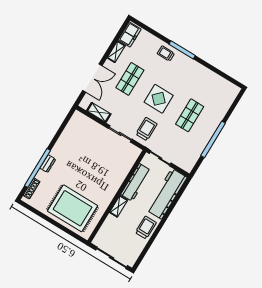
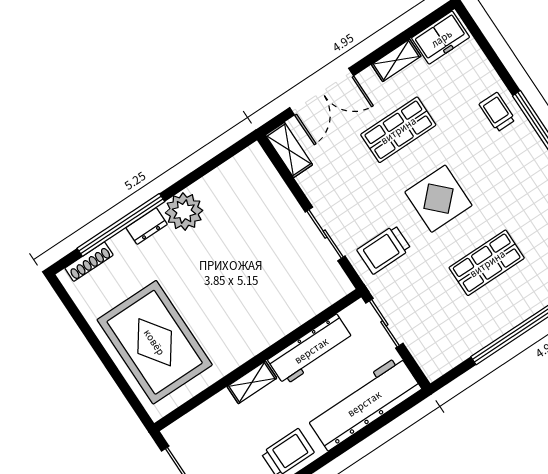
shelving: (99, 112) -> (289, 150), moved
trolley: (146, 129) -> (384, 249), turned 180
plant: (60, 151) -> (184, 212), added

